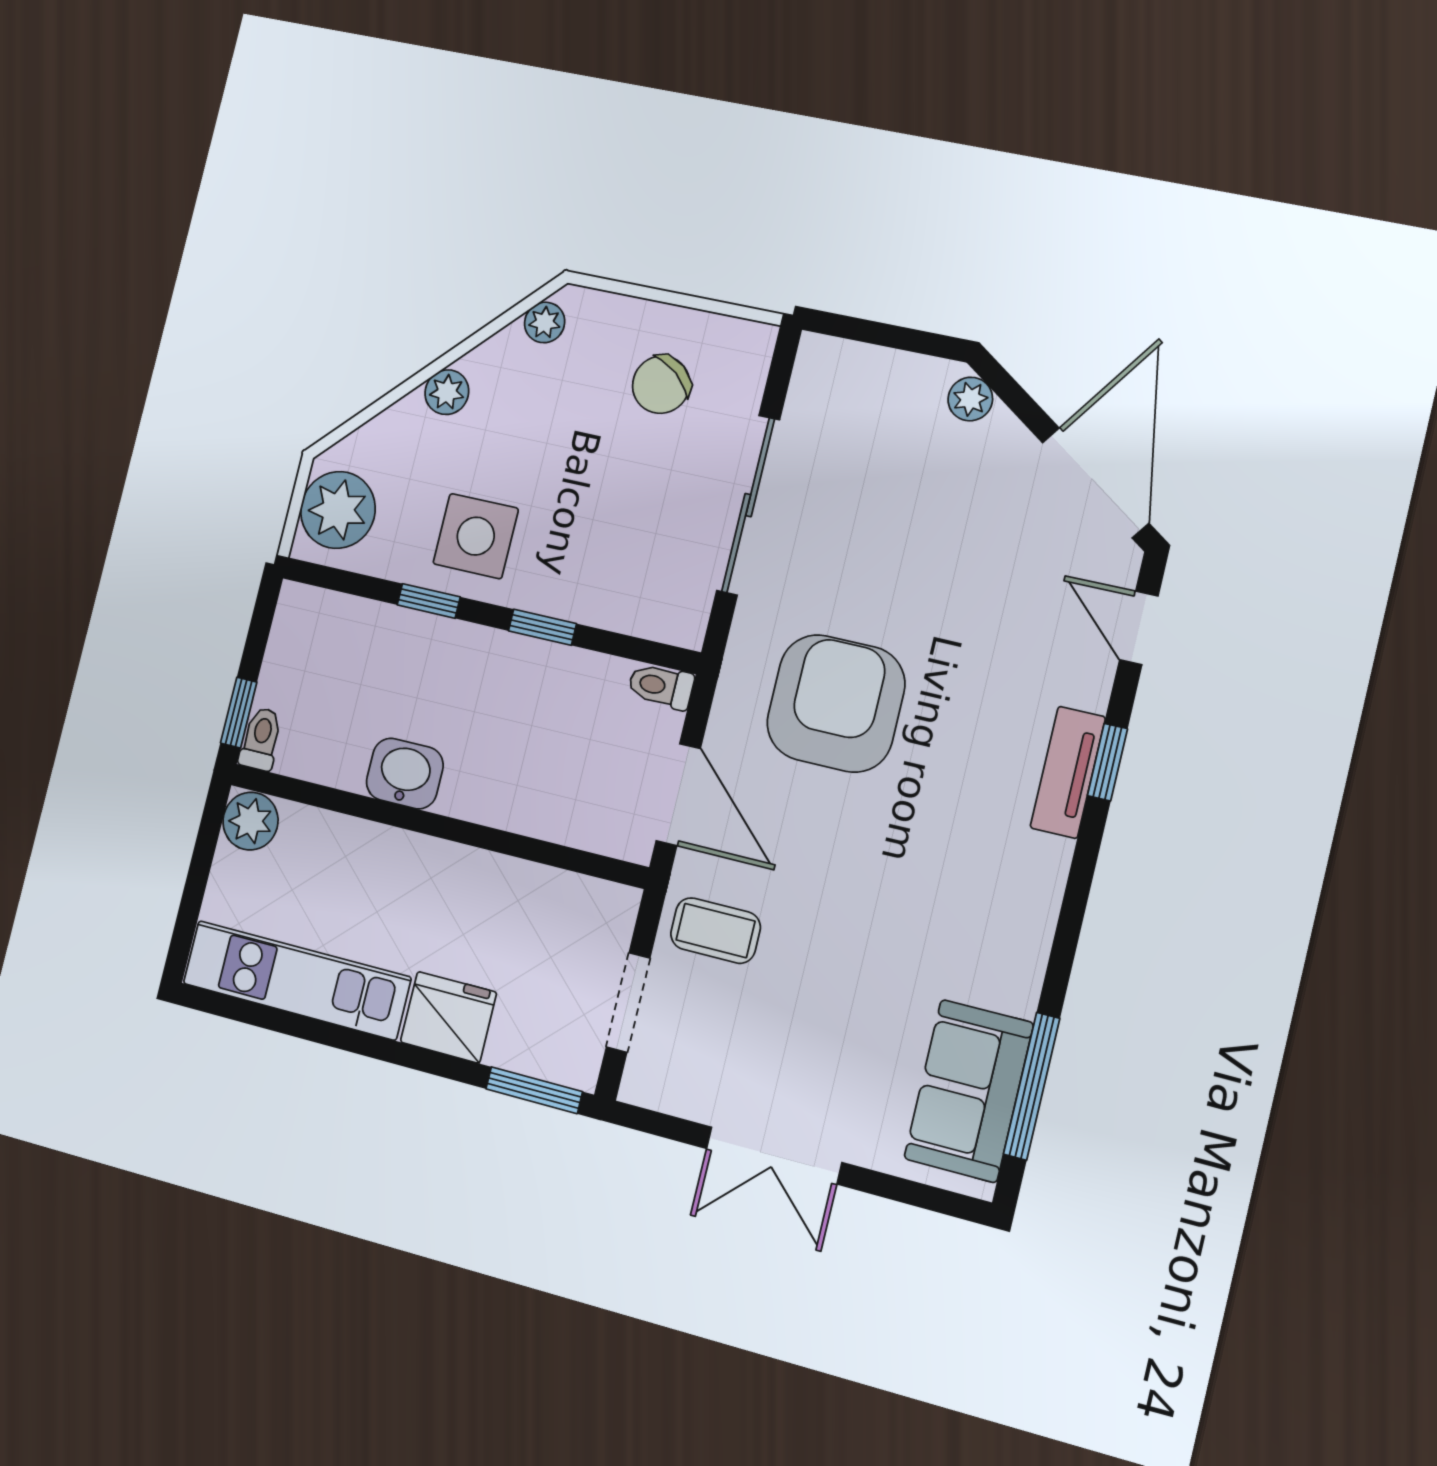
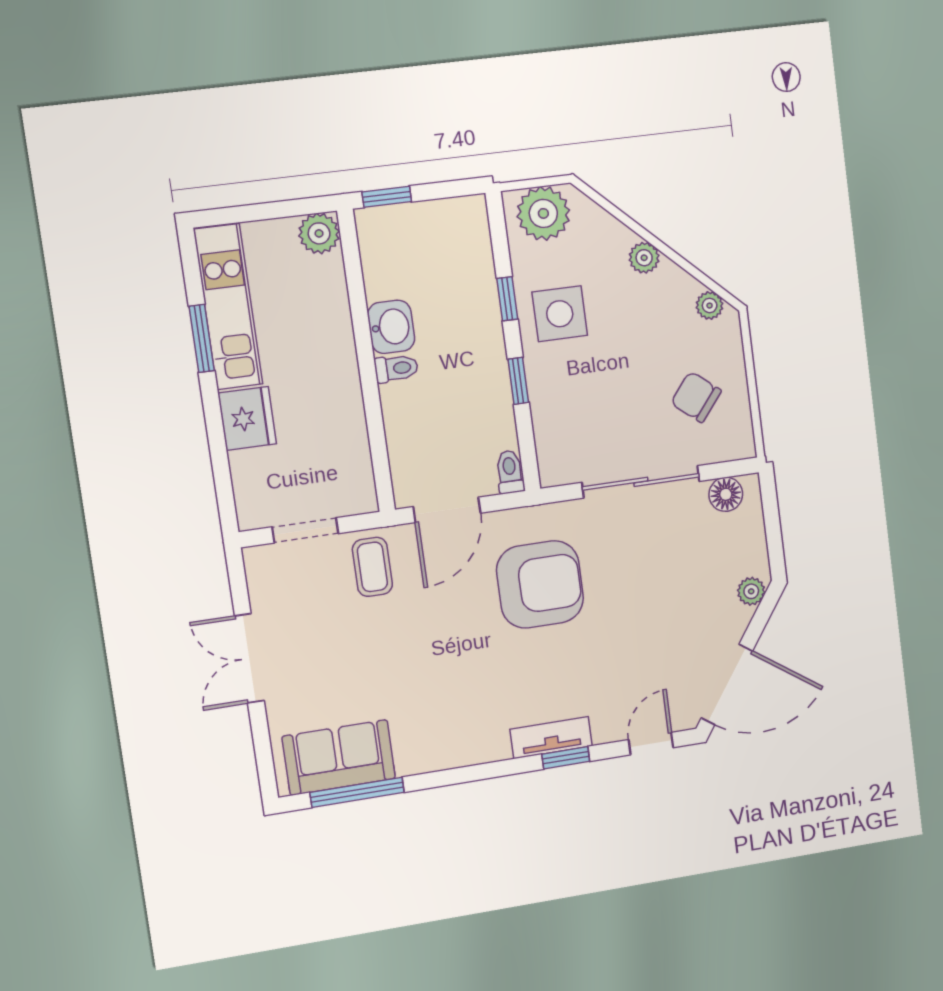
floor lamp: (814, 389) -> (726, 494), added
toilet: (261, 739) -> (396, 368), moved
window: (534, 1090) -> (202, 338), moved

